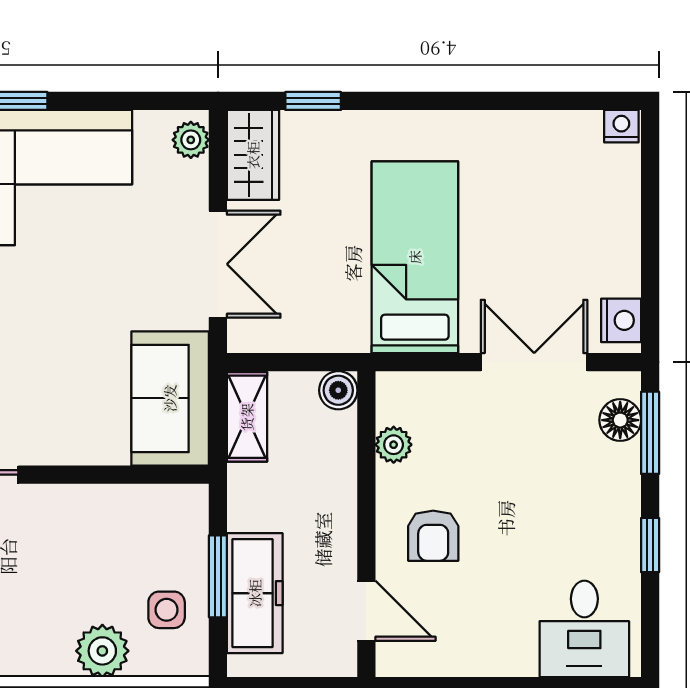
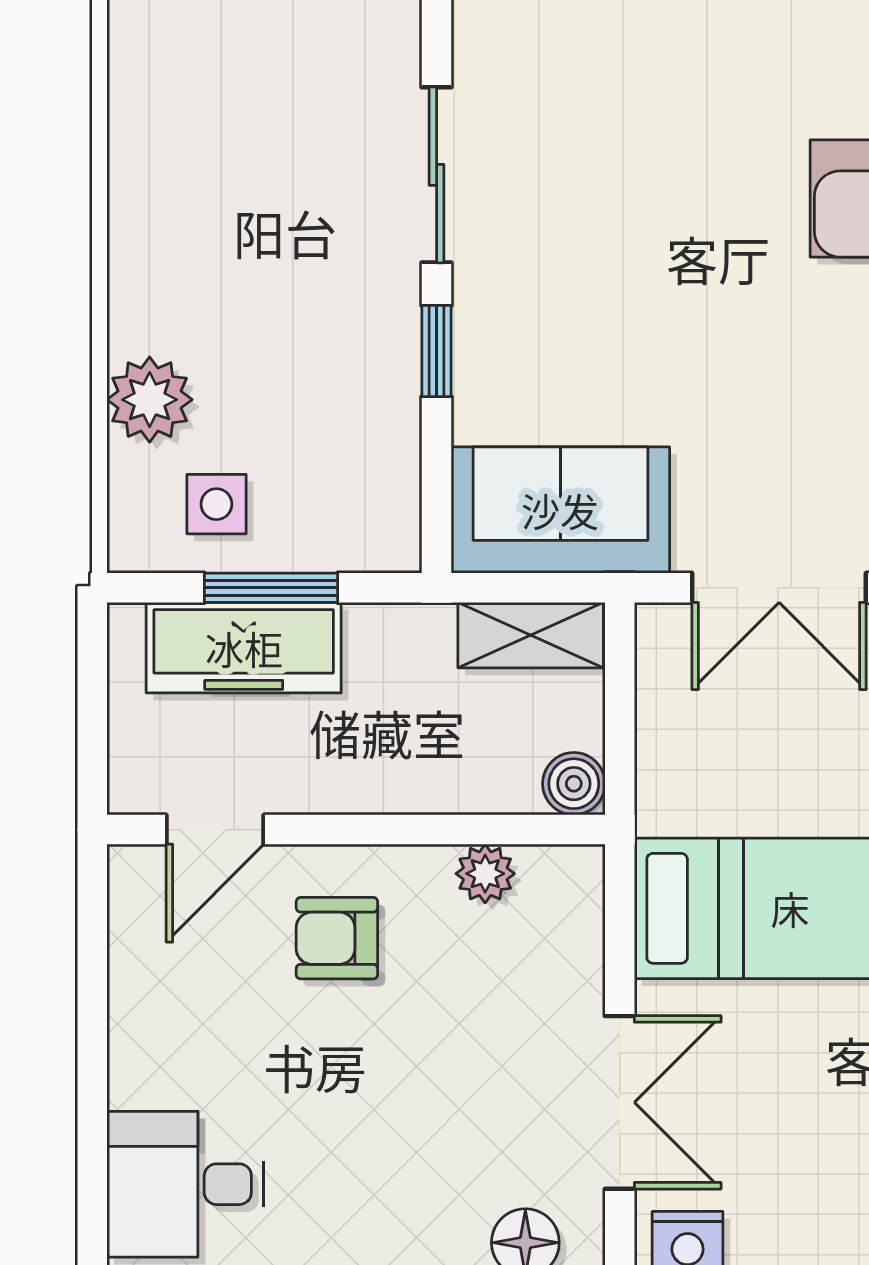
window: (72, 475) -> (437, 351), added

